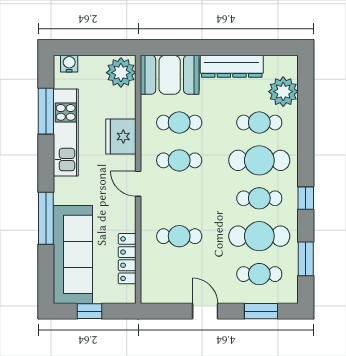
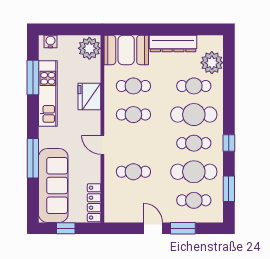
door: (138, 184) -> (102, 145), moved
locker: (127, 259) -> (94, 203), moved
window: (261, 311) -> (183, 228), moved

